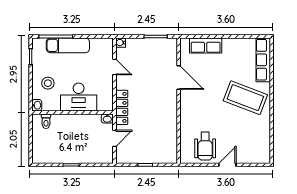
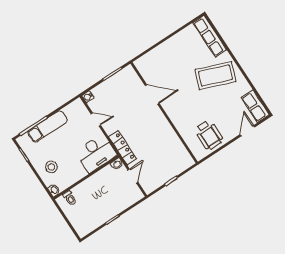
row of seats: (206, 45) -> (255, 106), moved, turned 90
desk: (79, 97) -> (96, 153), moved
door: (227, 165) -> (247, 131), moved

